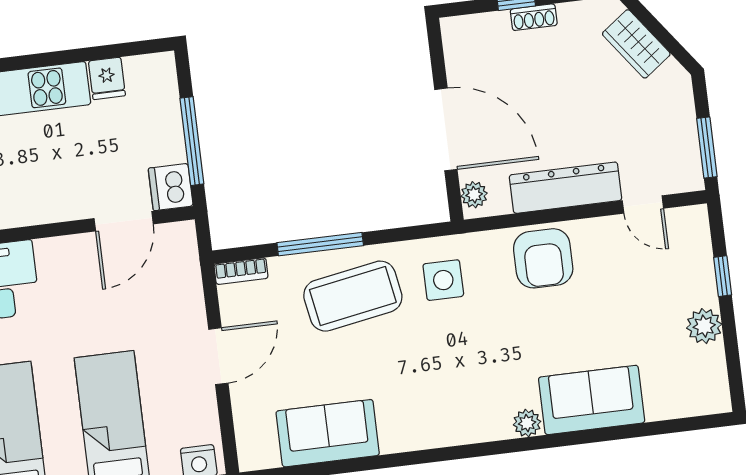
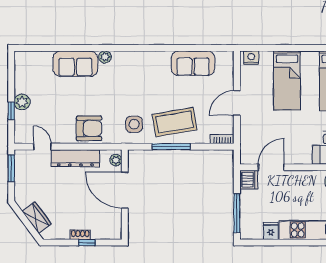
window: (192, 141) -> (237, 213), moved
window: (320, 244) -> (171, 147), moved
armchair: (543, 258) -> (89, 128), turned 90
plant: (704, 326) -> (22, 102), moved

